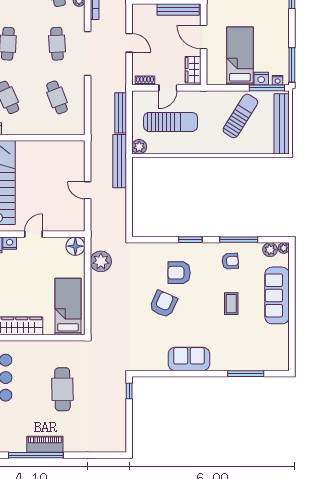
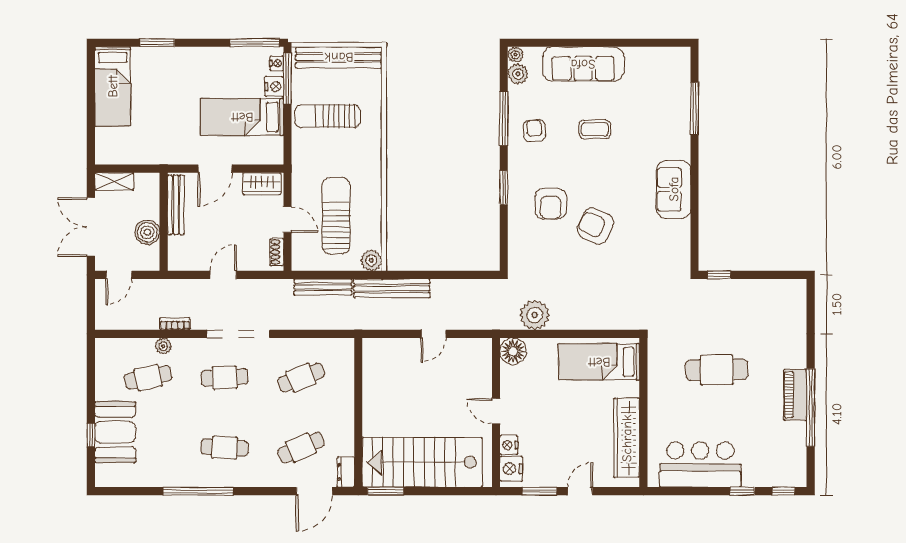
sun lounger: (240, 116) -> (327, 116), turned -32

